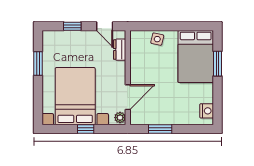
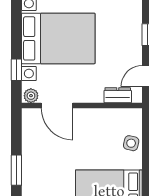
window: (86, 129) -> (16, 70), moved
window: (160, 129) -> (16, 170), moved

